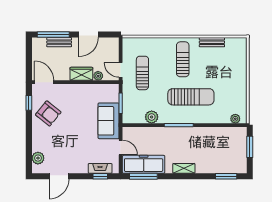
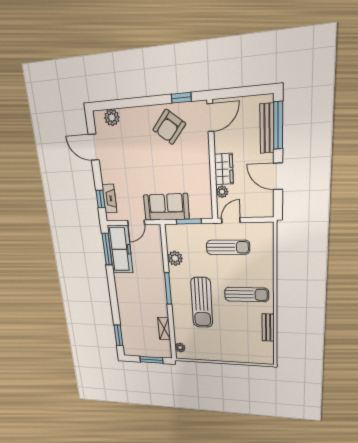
bench: (59, 42) -> (267, 128), width x1.36
shelving: (184, 168) -> (164, 329), moved

